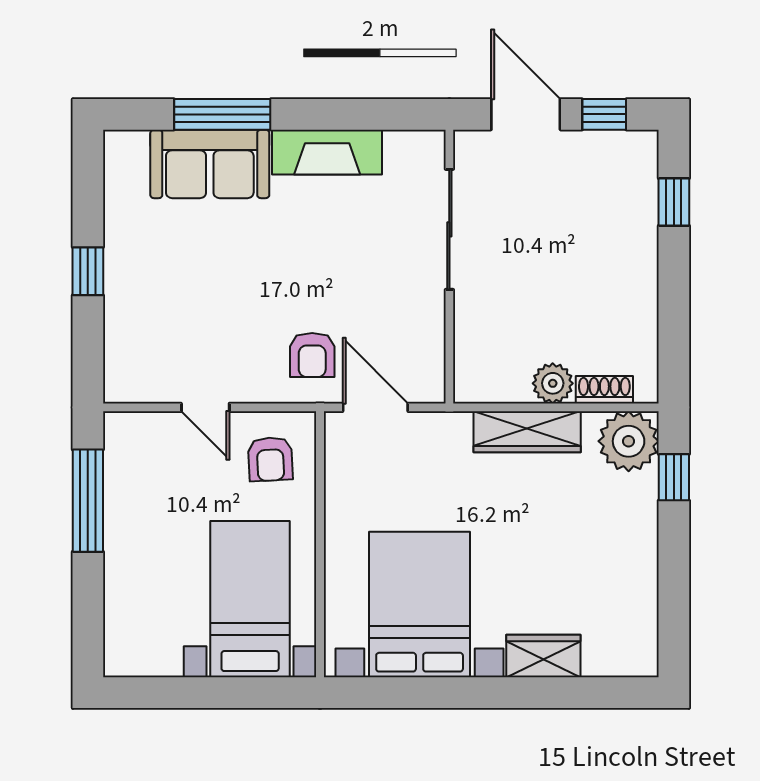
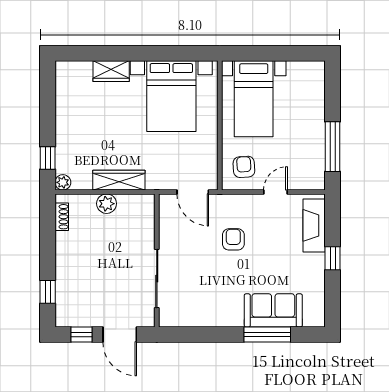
fireplace: (327, 152) -> (314, 225), moved, turned -90
armchair: (312, 355) -> (233, 239), moved
shoe rack: (604, 390) -> (62, 217), moved, turned -90
door: (205, 407) -> (275, 192), hinge flipped
plant: (629, 441) -> (63, 182), width x0.53, depth x0.53

